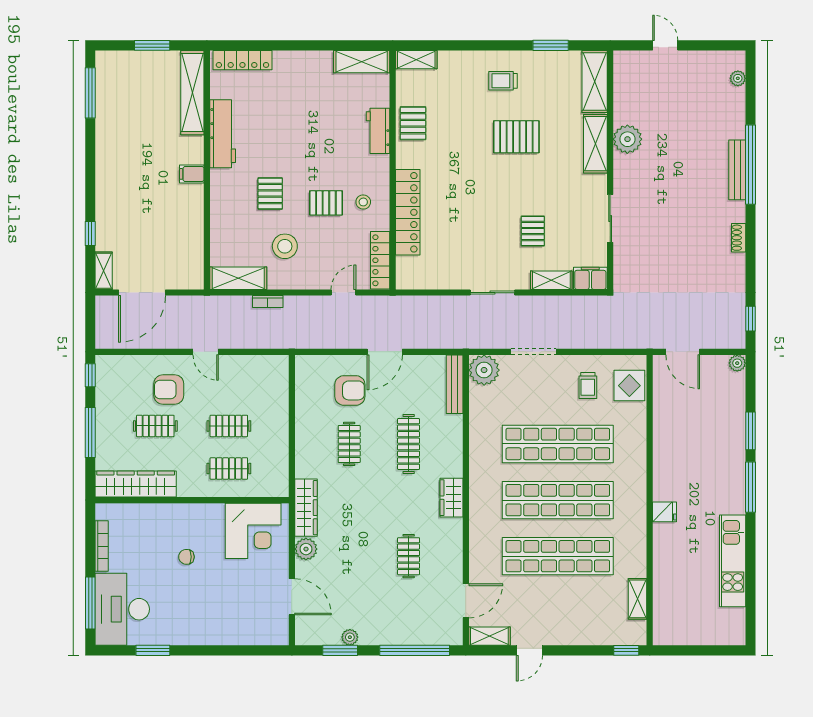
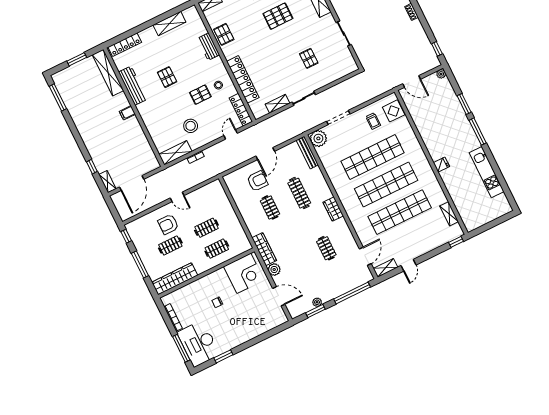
shelving: (362, 62) -> (169, 24), moved
pallet: (270, 194) -> (167, 77), moved
filing cabinet: (590, 278) -> (348, 68), removed
shelving: (551, 280) -> (278, 104), moved

